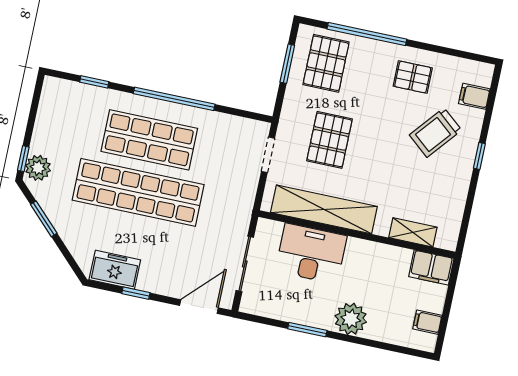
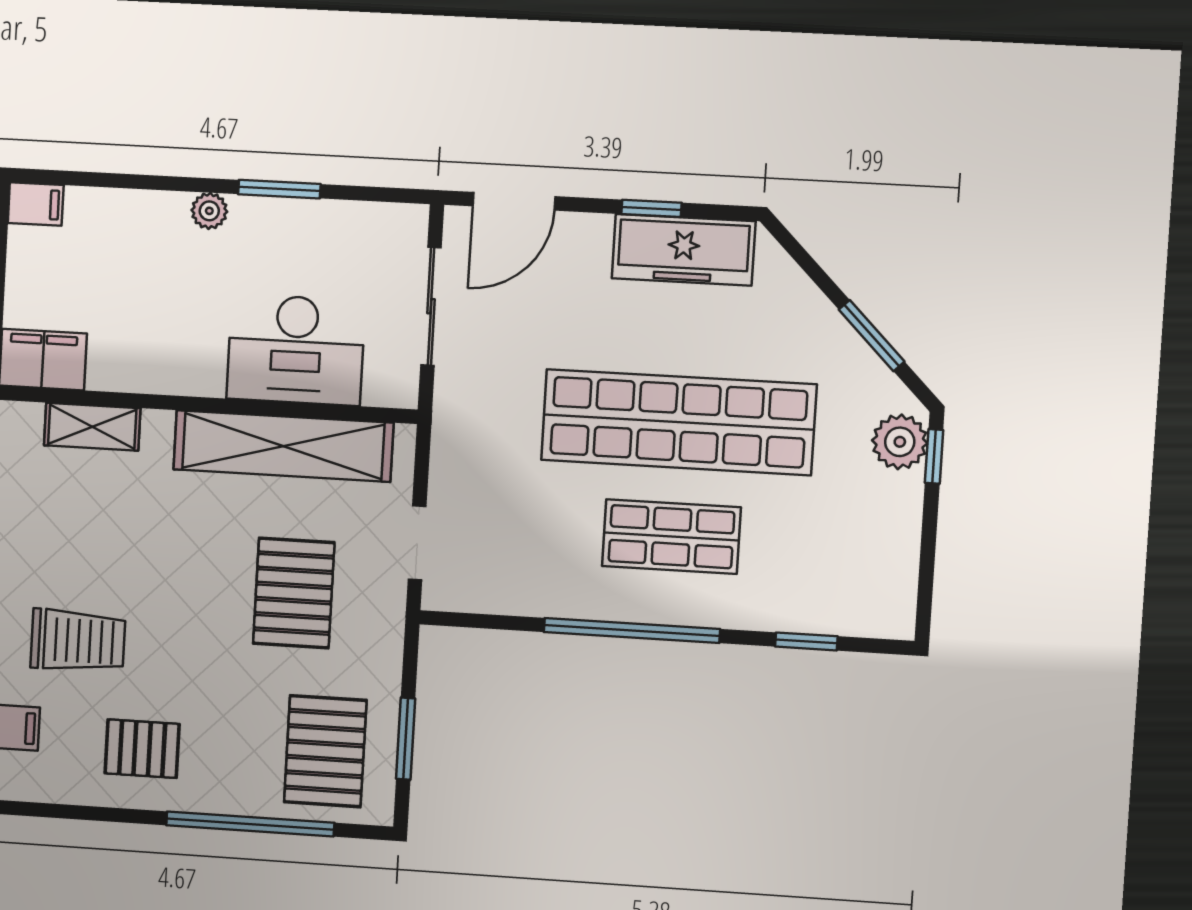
trolley: (435, 133) -> (78, 641), turned 50
shop shelf: (149, 140) -> (671, 537), width x0.70, depth x0.74
freezer: (115, 270) -> (684, 250), width x1.40
plant: (351, 319) -> (209, 211), width x0.53, depth x0.53
filing cabinet: (427, 322) -> (36, 204), moved

